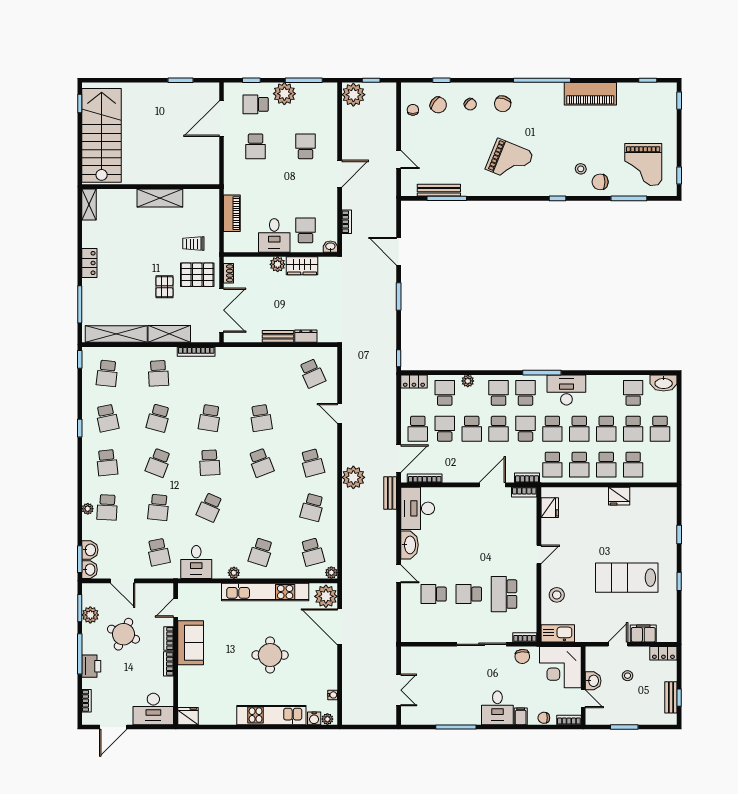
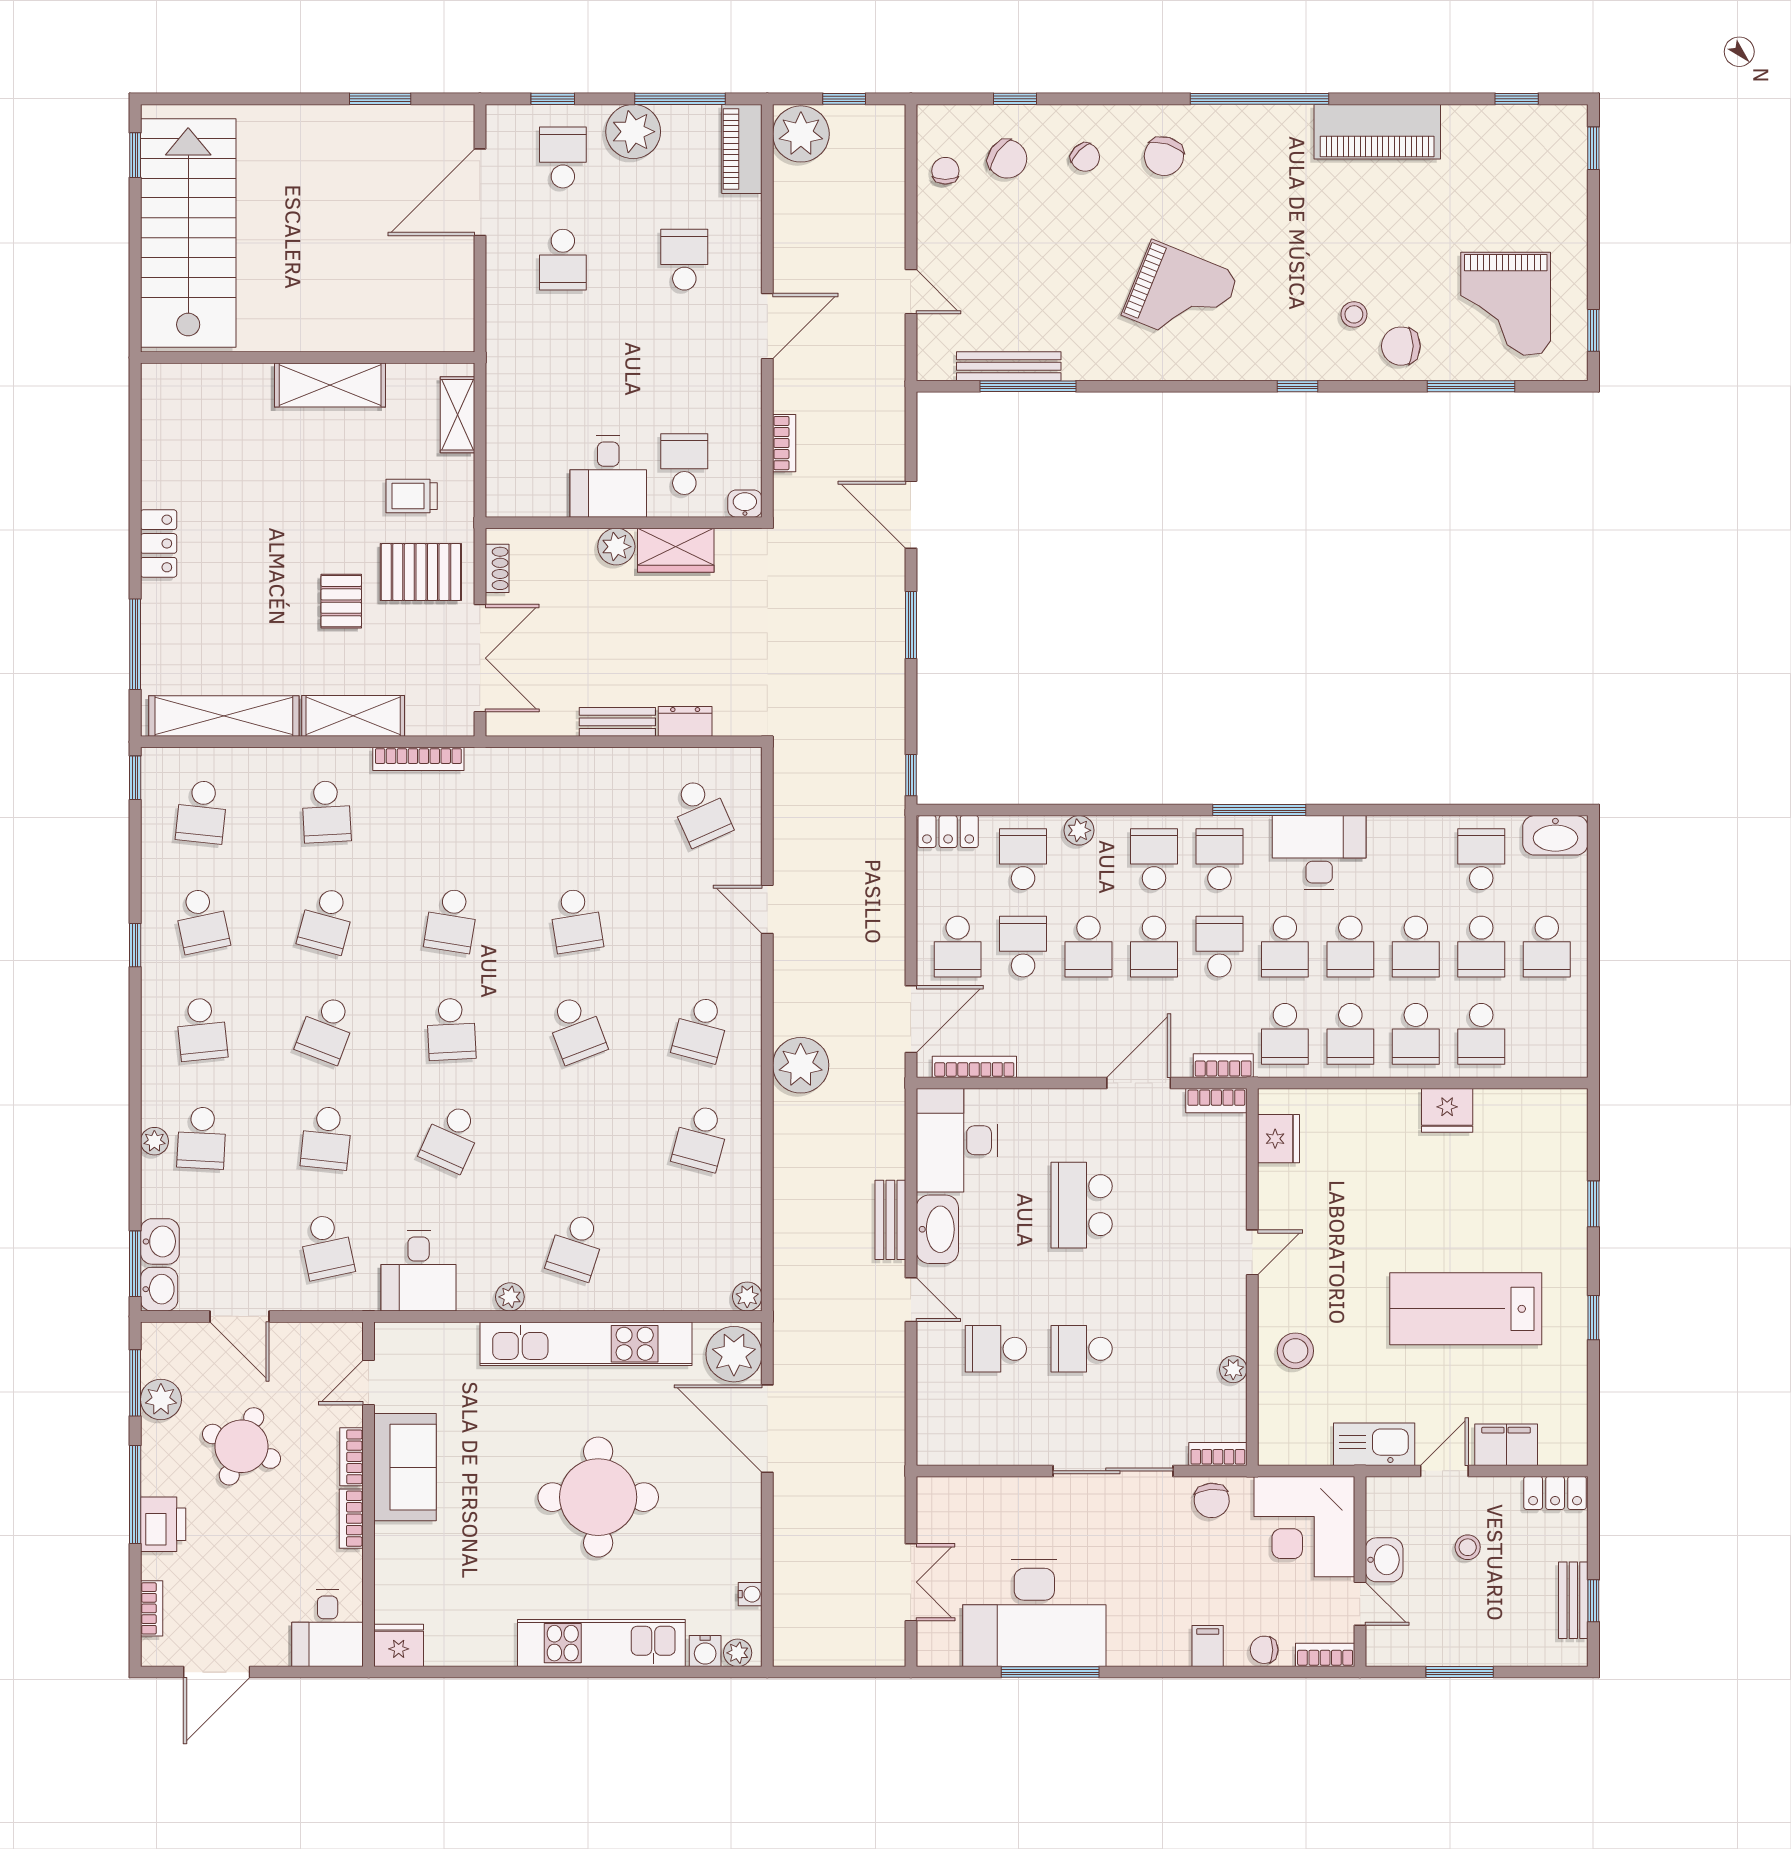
school desk: (256, 104) -> (563, 158), turned 90
shelving: (89, 204) -> (457, 415), moved
piano: (232, 213) -> (742, 149), moved, turned 180
school desk: (312, 463) -> (701, 1029), turned 30
bench: (390, 493) -> (890, 1220), moved
school desk: (312, 552) -> (701, 1247), removed
school desk: (504, 594) -> (1082, 1205), moved
plant: (531, 602) -> (1233, 1369), added
kitchen sink: (558, 633) -> (1374, 1444), moved
round table: (270, 655) -> (598, 1497), width x1.36, depth x1.36
desk: (497, 708) -> (1034, 1613), moved, width x1.87, depth x1.30
desk: (153, 709) -> (328, 1628), width x0.73

